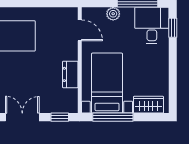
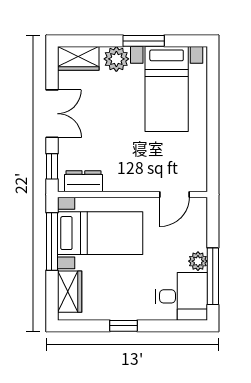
plant: (113, 14) -> (198, 261), moved
window: (173, 28) -> (123, 326), moved
dresser: (70, 74) -> (83, 181), moved

